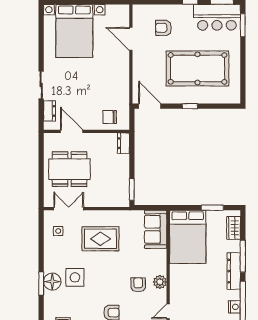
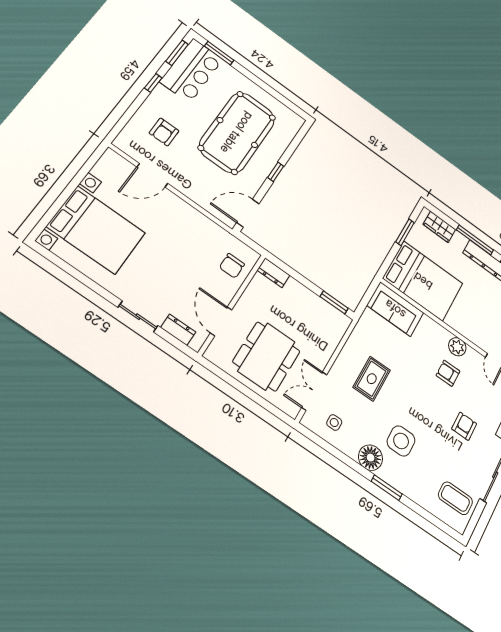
door: (72, 131) -> (221, 321), hinge flipped
rug: (101, 239) -> (372, 379), width x0.73, depth x0.70
floor lamp: (52, 282) -> (371, 458), moved

